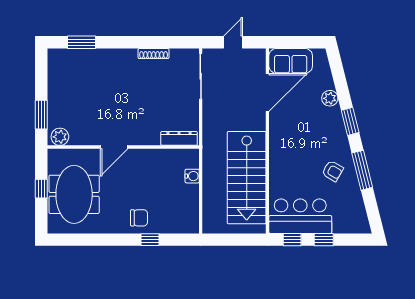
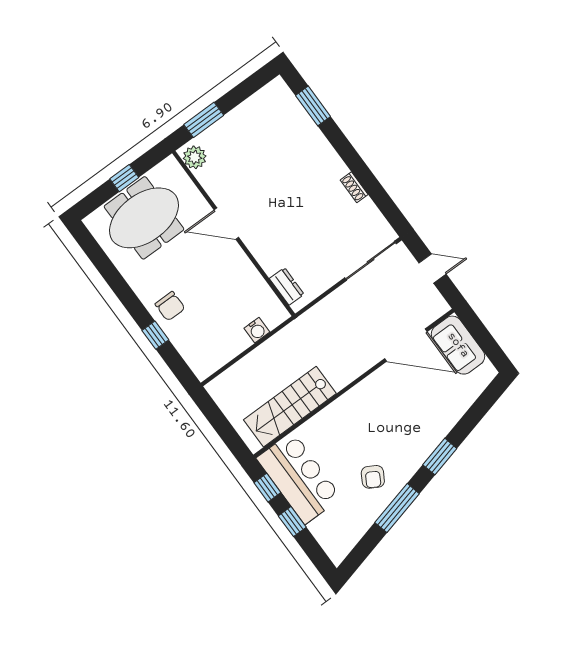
shoe rack: (154, 54) -> (354, 187), width x0.70
plant: (330, 98) -> (449, 417), removed
dresser: (179, 138) -> (287, 286), width x0.70
stairs: (247, 178) -> (290, 407), width x0.73, depth x0.66

